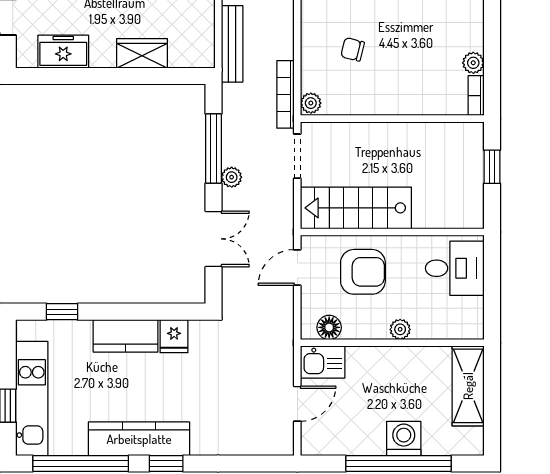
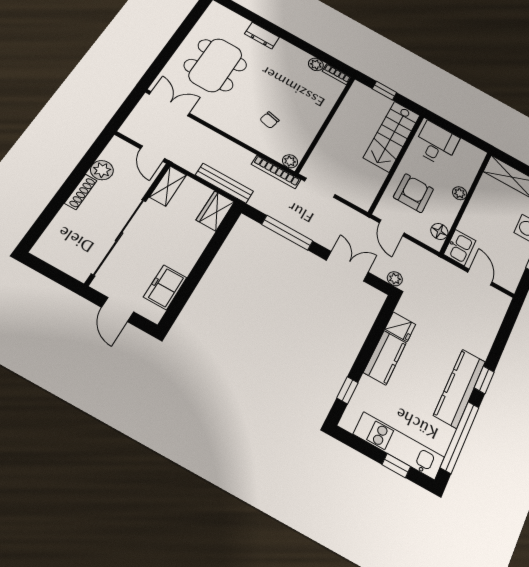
wardrobe: (142, 53) -> (215, 211), moved
plant: (232, 177) -> (395, 279), moved
stairs: (356, 208) -> (392, 136), moved

